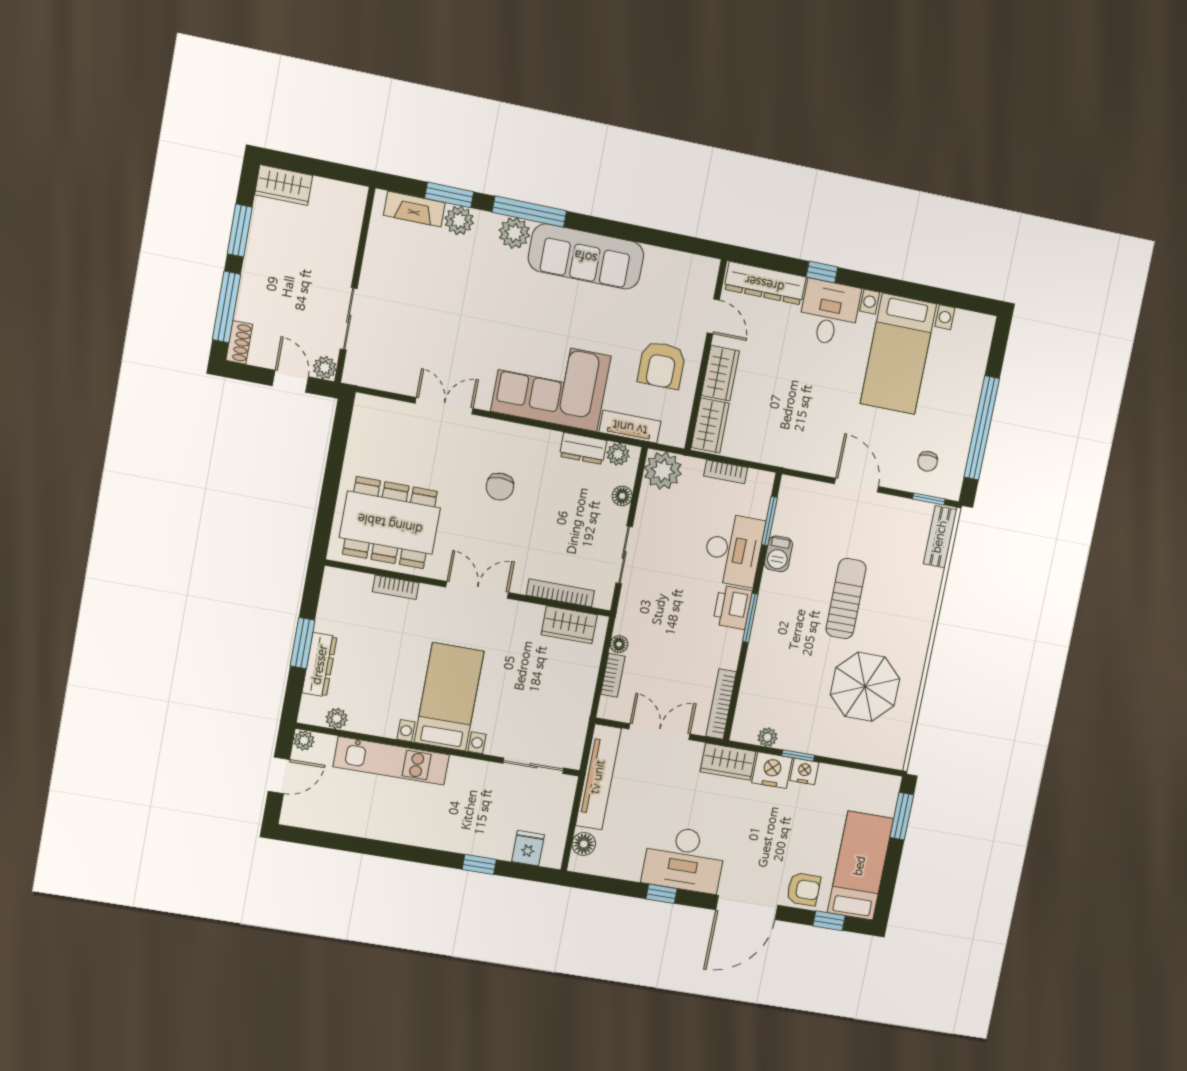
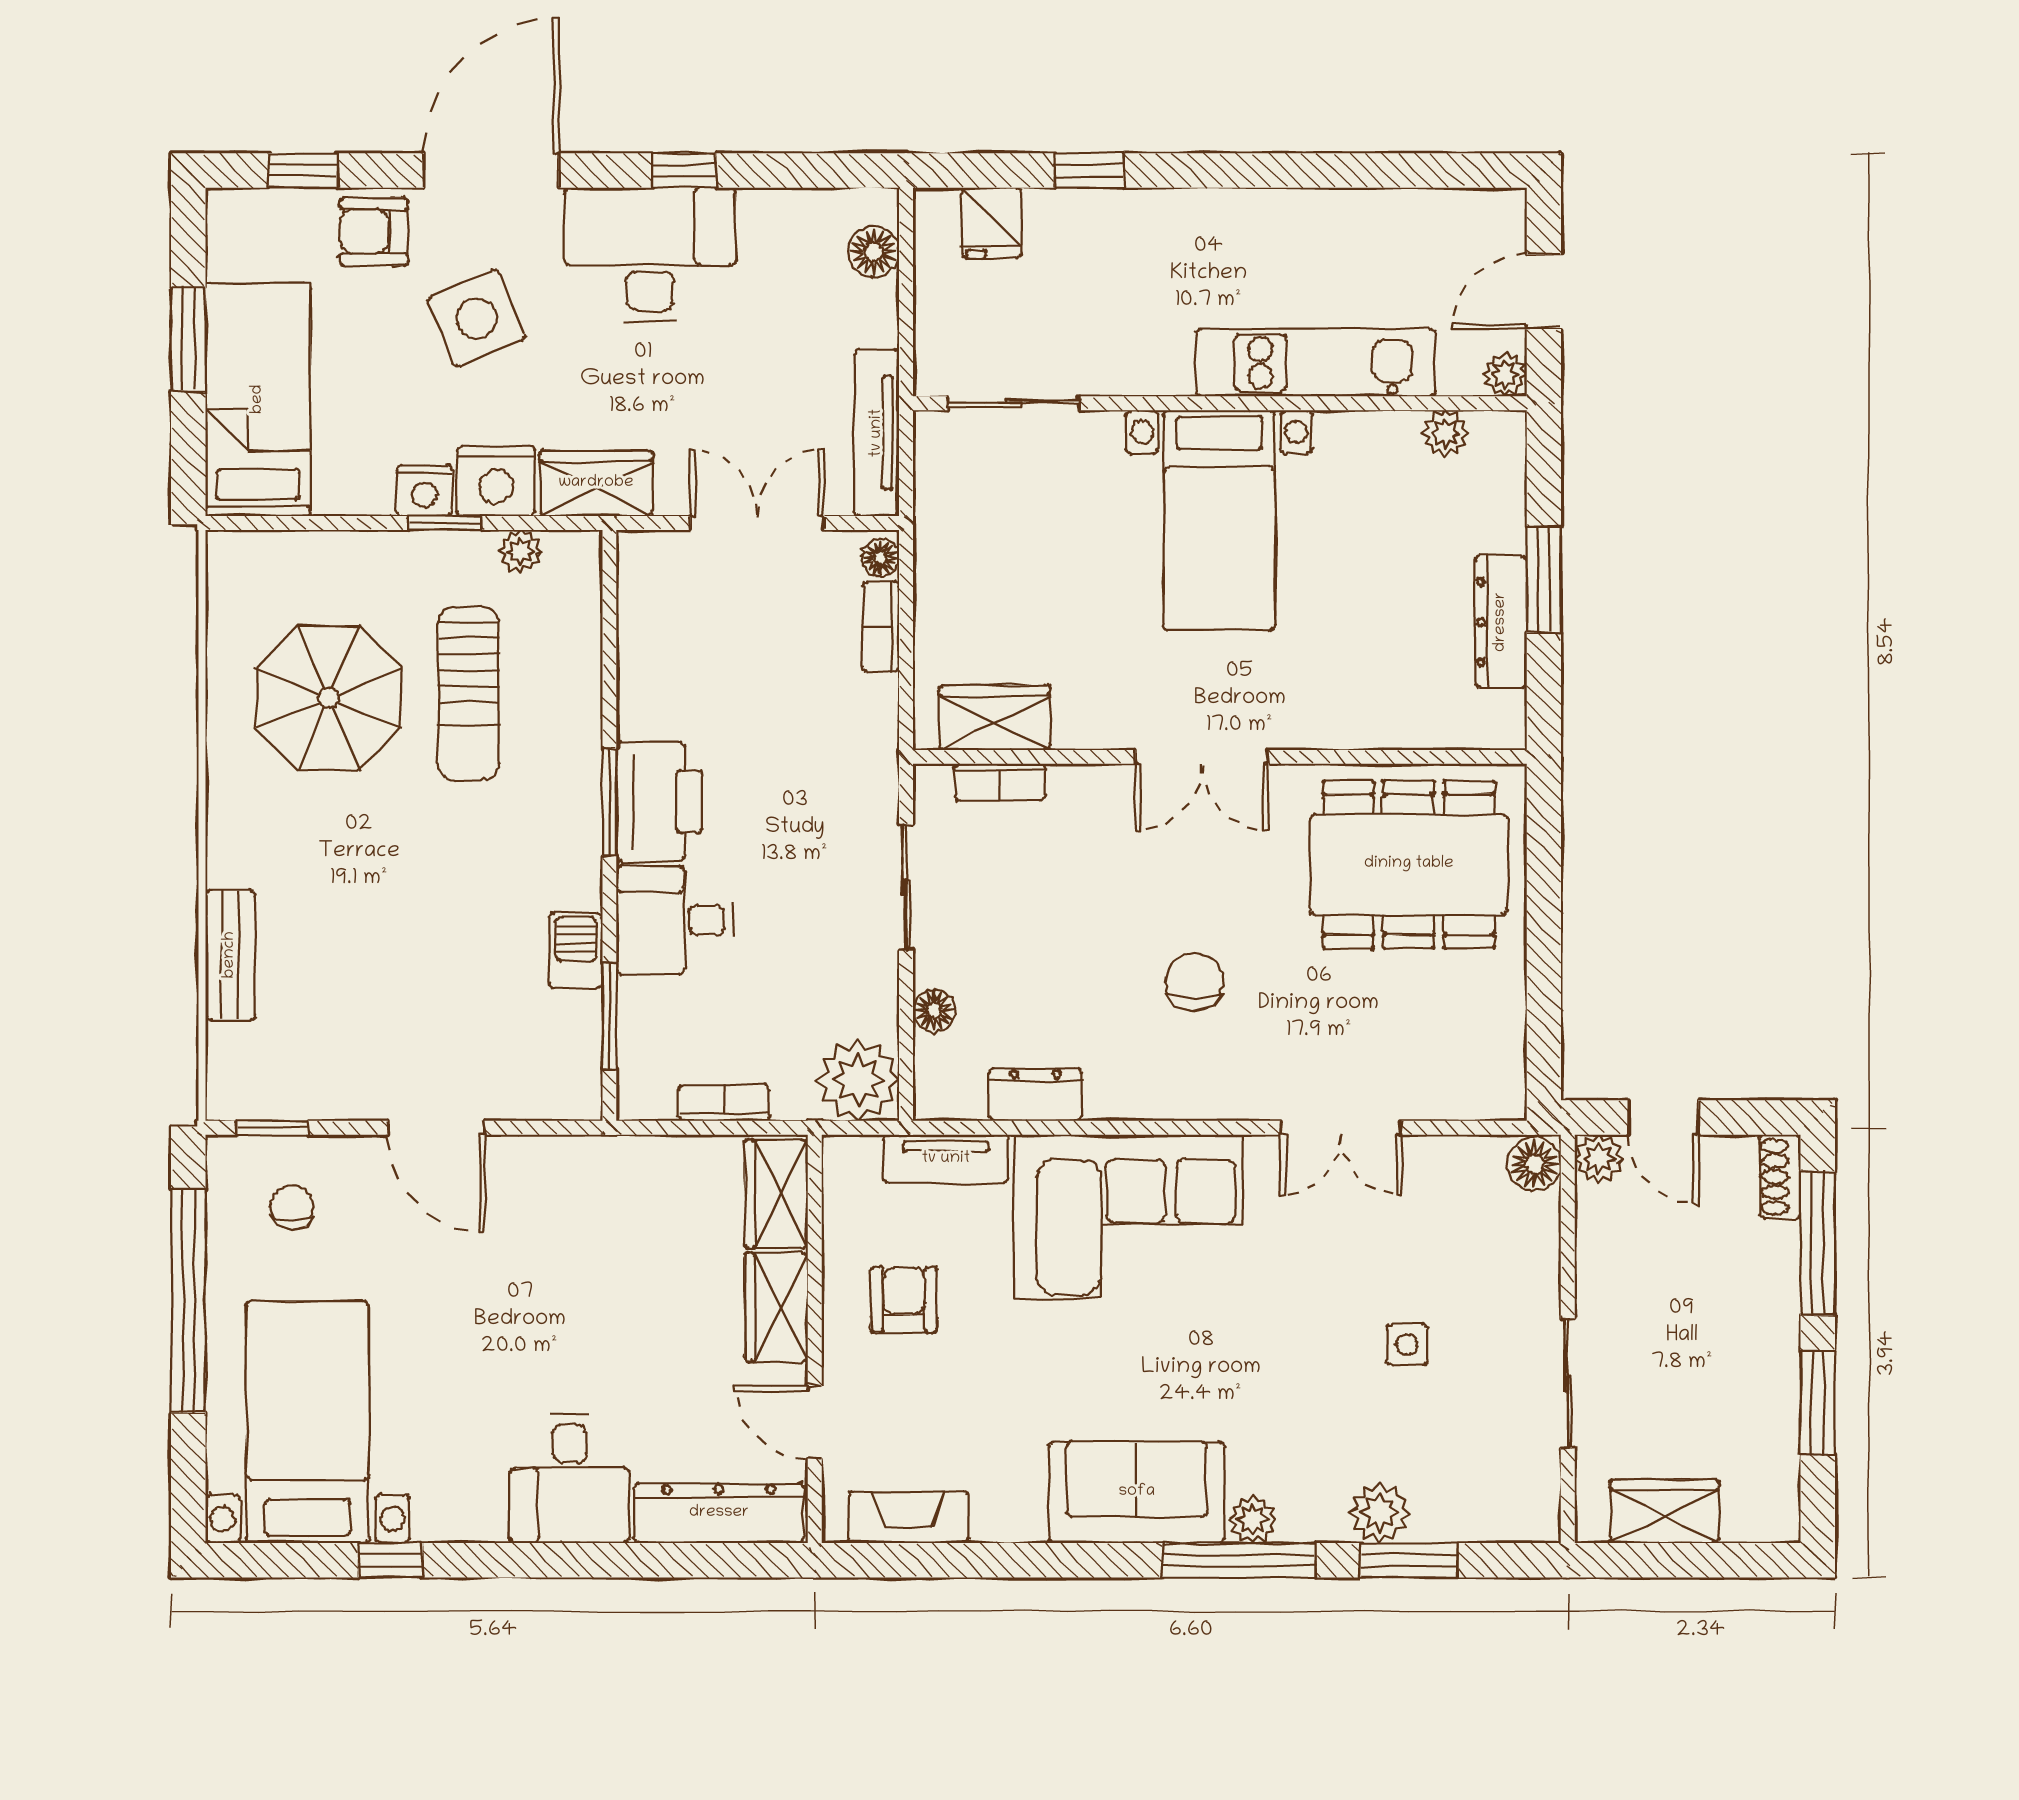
wardrobe: (284, 185) -> (1664, 1511), moved
fireplace: (414, 209) -> (909, 1517), moved
plant: (514, 233) -> (1253, 1519), width x0.73, depth x0.73
sofa: (586, 256) -> (1137, 1492), width x0.73
window: (822, 272) -> (390, 1560), moved
side table: (432, 298) -> (1407, 1345), added
sliding door: (349, 319) -> (1568, 1383), moved
bed with nightstands: (898, 354) -> (308, 1422), moved
armchair: (662, 365) -> (904, 1300), width x0.72, depth x0.72
floor lamp: (356, 371) -> (1534, 1164), added
plant: (618, 454) -> (960, 1097), removed
bench: (940, 537) -> (230, 955), moved
desk: (733, 550) -> (675, 920), width x0.73
bookcase: (396, 587) -> (1372, 731), removed
bookcase: (560, 593) -> (1000, 782), width x0.64
sun lounger: (846, 599) -> (469, 694), moved
printer: (733, 607) -> (659, 802), width x1.37, depth x1.19
floor lamp: (619, 644) -> (880, 558), moved
dresser: (320, 665) -> (1501, 622), moved
bookcase: (721, 704) -> (636, 606), removed
double door: (660, 732) -> (757, 523), swing flipped
tv unit: (598, 777) -> (877, 433), width x0.73, depth x0.78
window: (902, 816) -> (188, 339), moved
side table: (766, 844) -> (477, 318), added
bed: (860, 866) -> (258, 399), moved, turned 180

